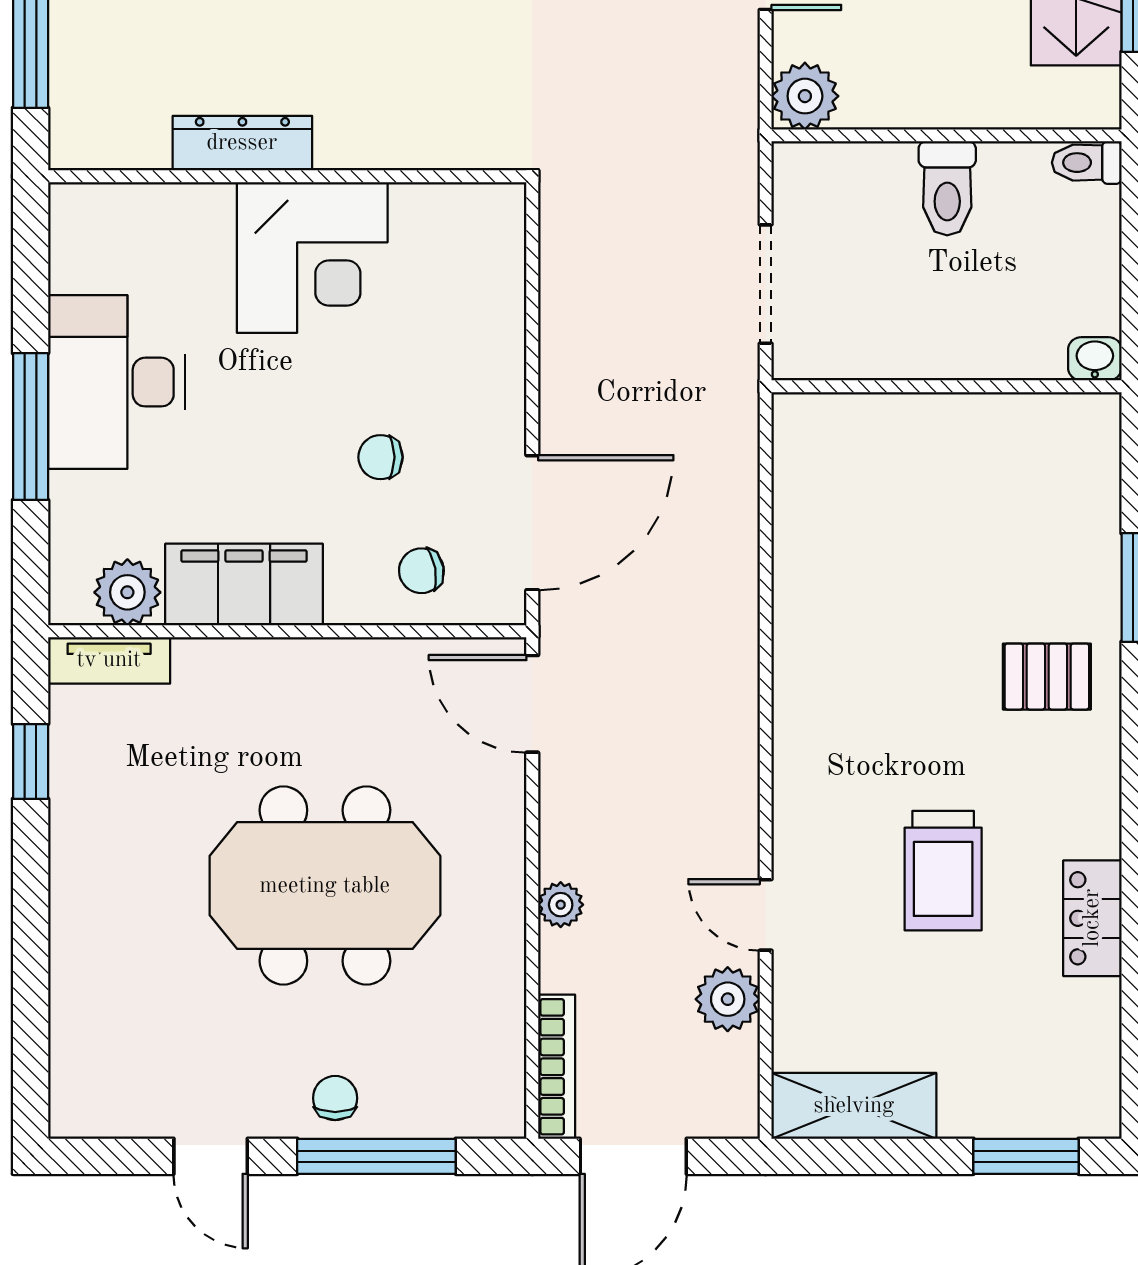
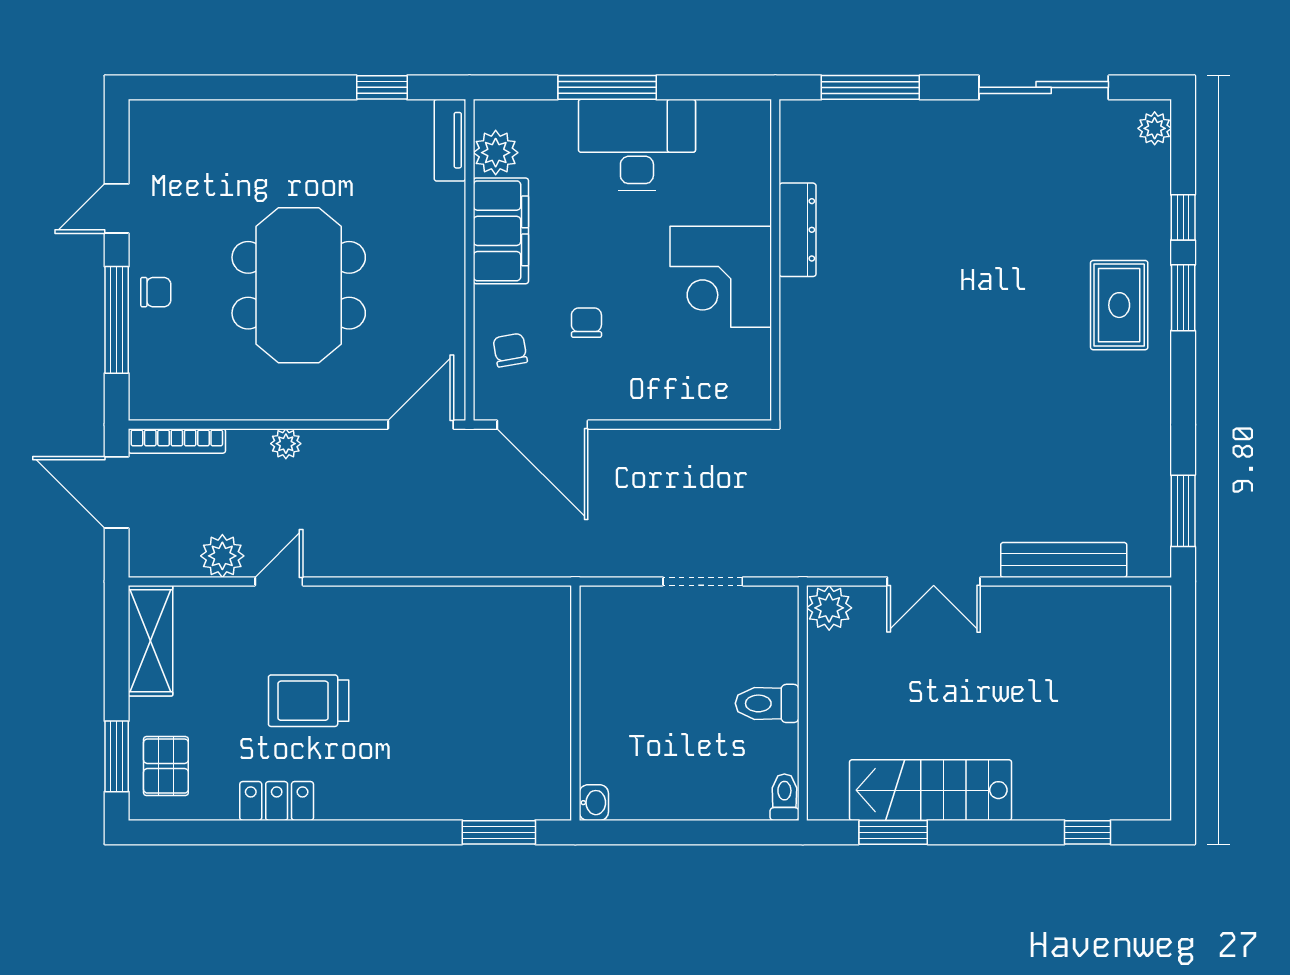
washbasin: (1095, 359) -> (594, 803), moved
wall: (947, 386) -> (575, 703), moved
pallet: (1047, 677) -> (166, 766), moved

